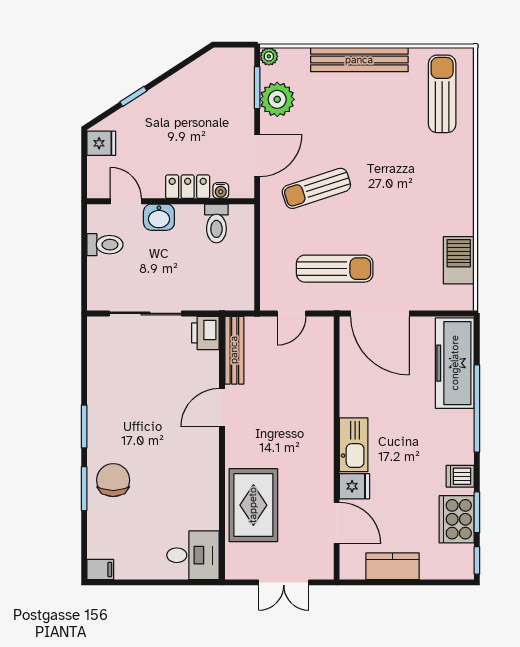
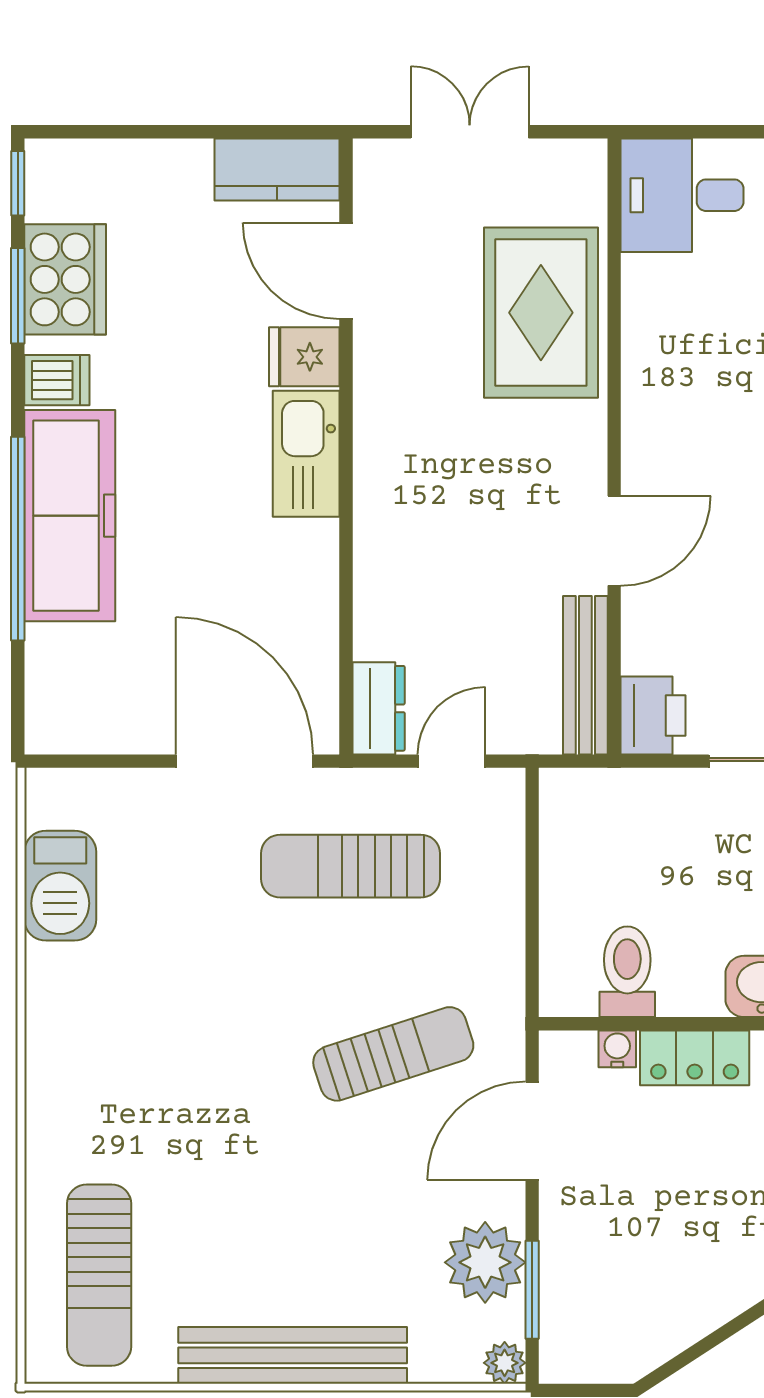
dresser: (323, 336) -> (379, 708), added
freezer: (455, 363) -> (70, 516), moved
kitchen counter: (393, 566) -> (277, 170), moved

